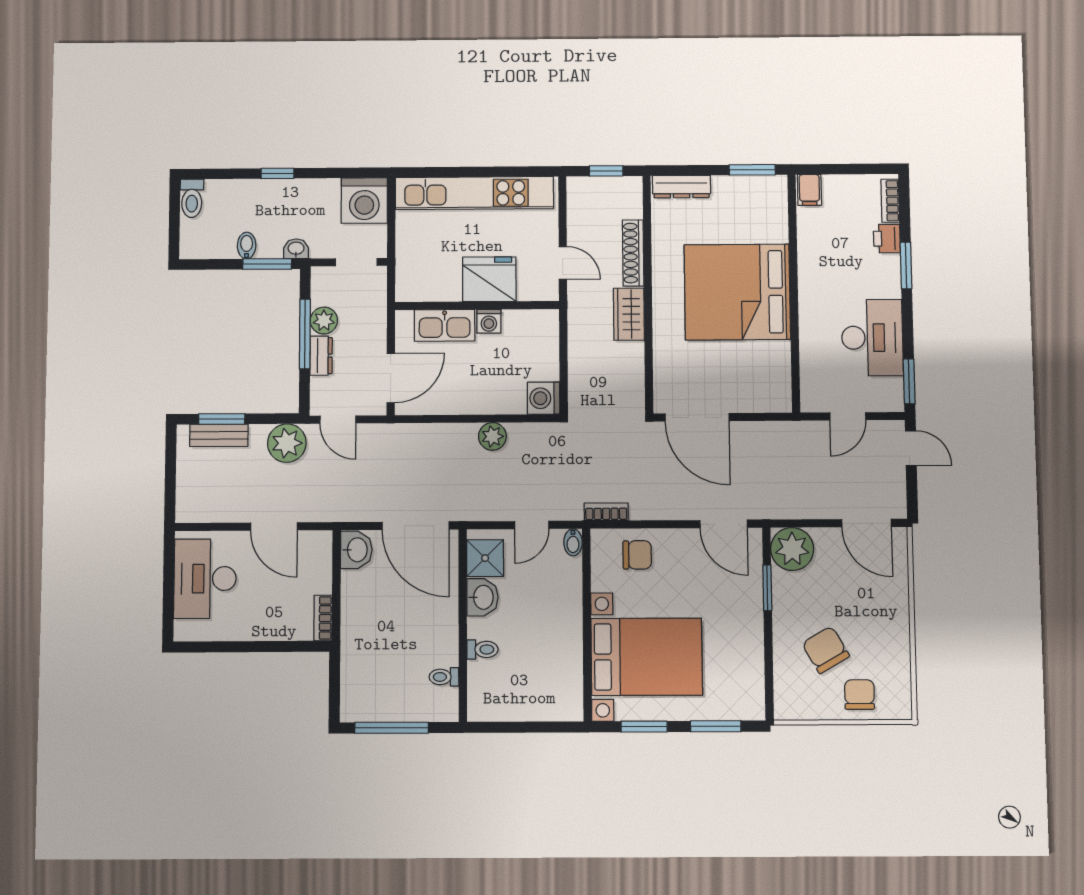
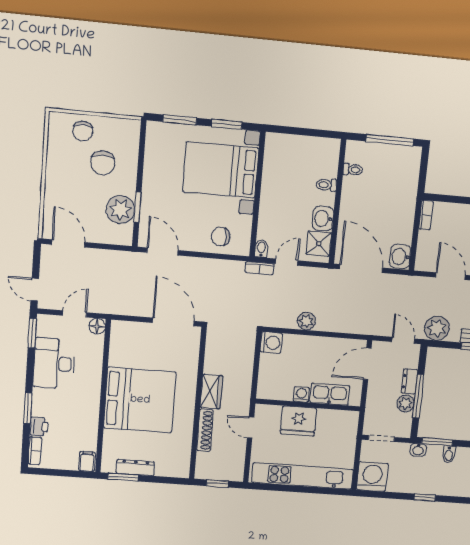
dresser: (681, 187) -> (135, 468), moved
floor lamp: (812, 400) -> (97, 326), added
bookcase: (606, 512) -> (259, 268), moved
plant: (792, 549) -> (120, 210), moved
chair: (826, 650) -> (103, 163), turned 30

